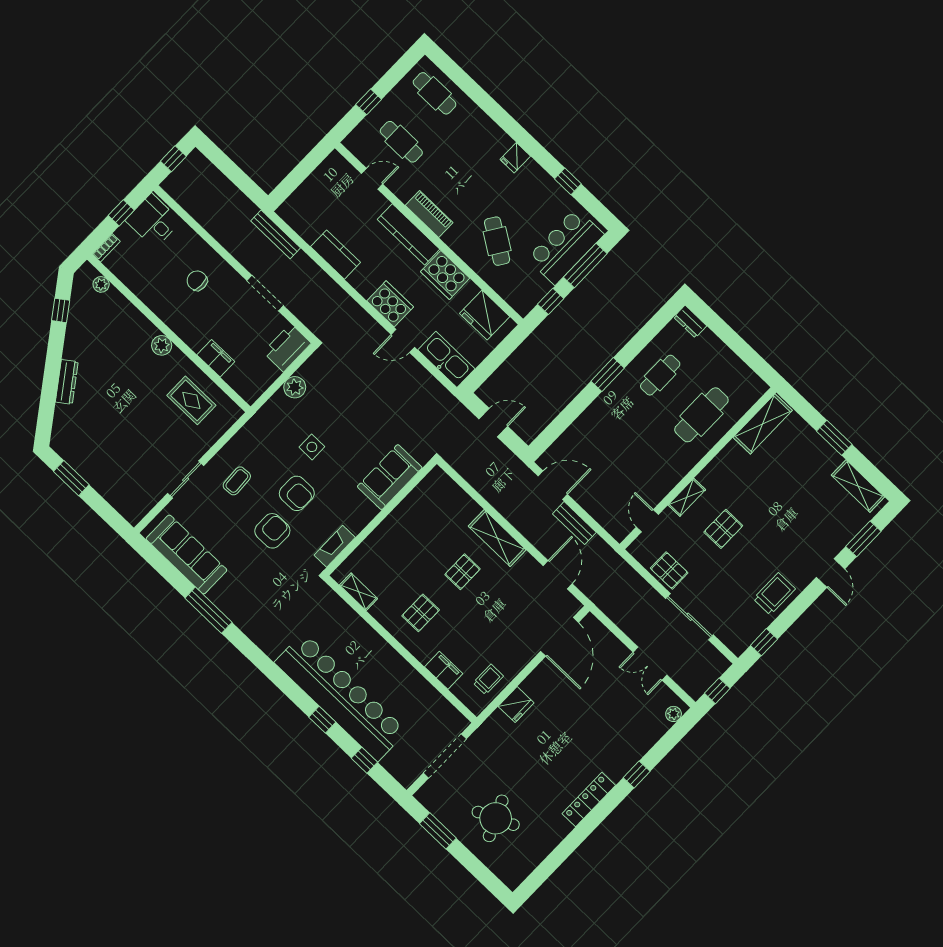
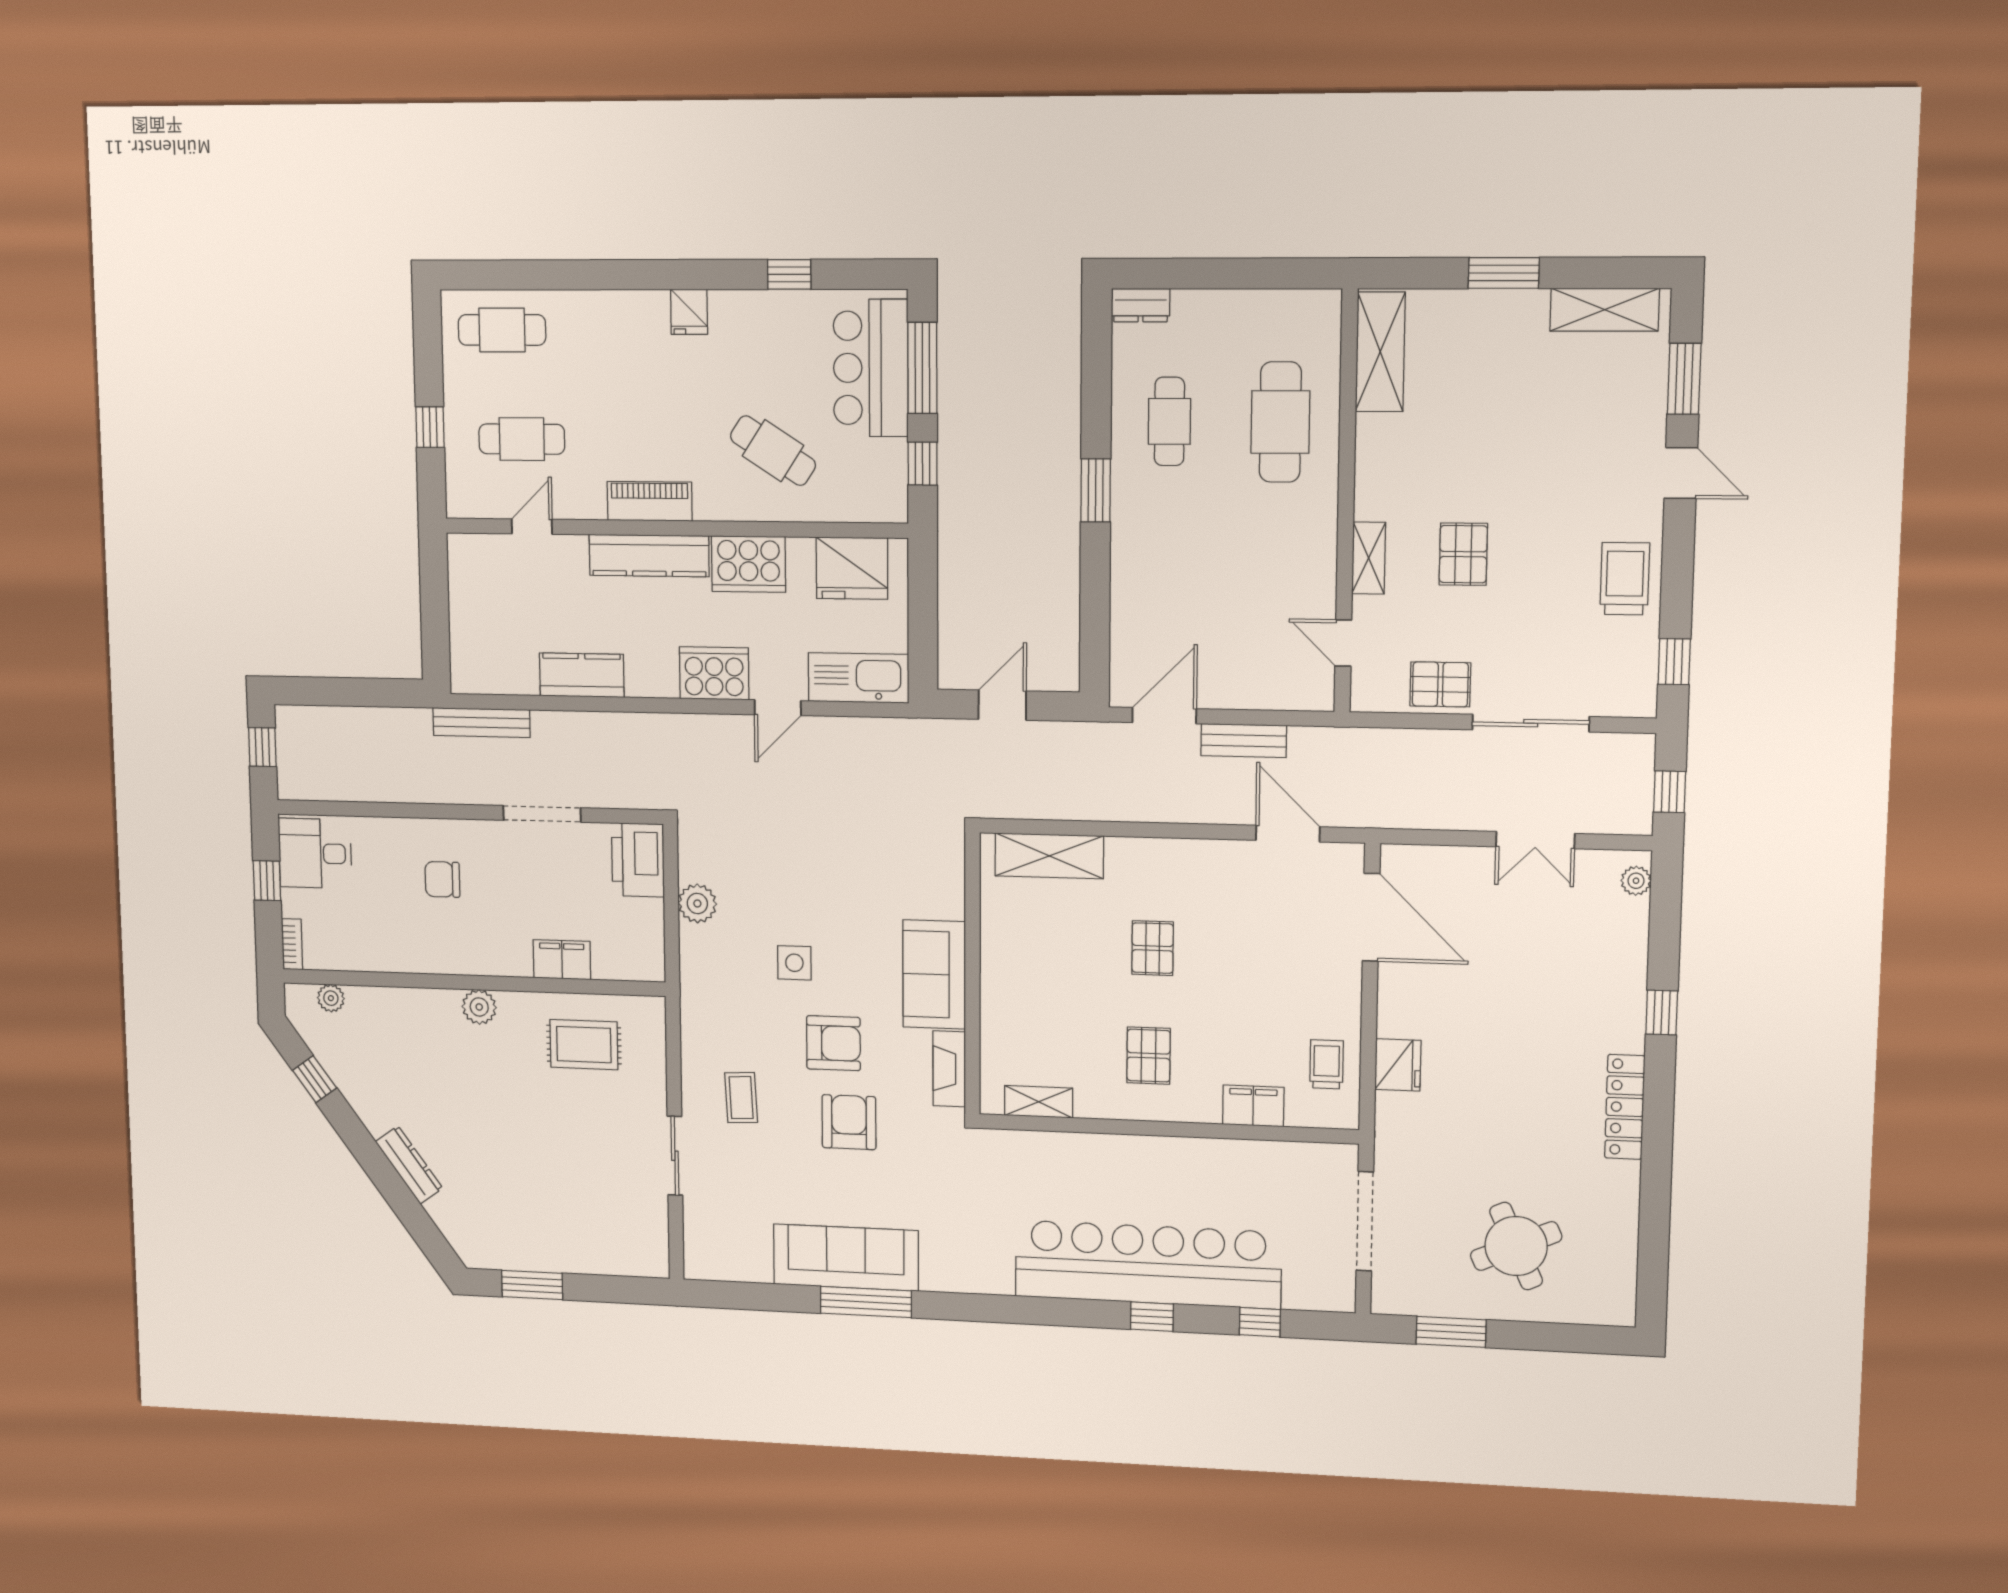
sofa: (390, 477) -> (934, 974), moved
shelving: (497, 538) -> (1049, 856), moved
sofa: (186, 554) -> (846, 1257), moved

